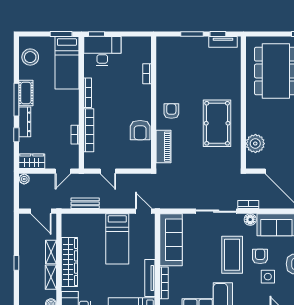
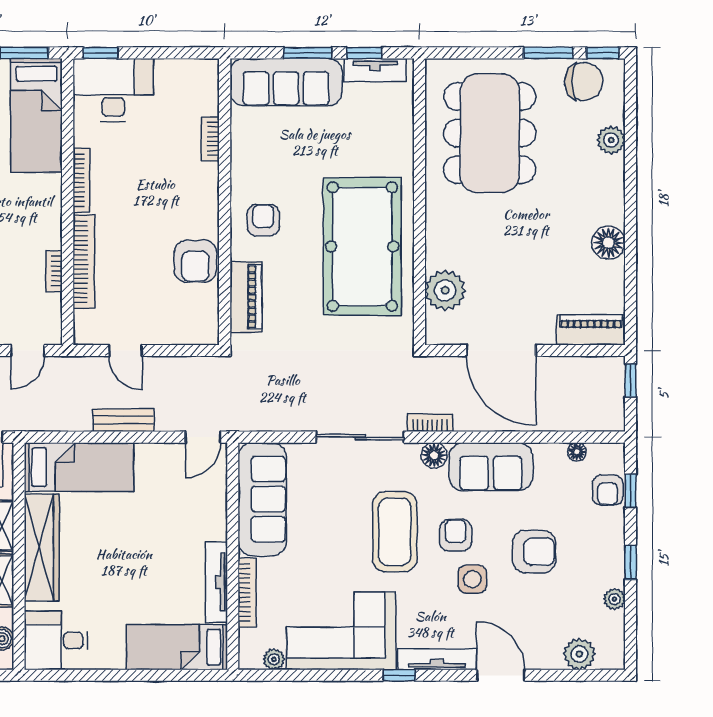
sofa: (182, 47) -> (286, 82), added
pool table: (217, 123) -> (362, 246), width x1.36, depth x1.32
bench: (85, 203) -> (123, 420), moved
door: (144, 211) -> (203, 437), swing flipped
bed: (117, 239) -> (79, 467), moved, turned -90

